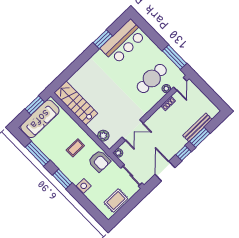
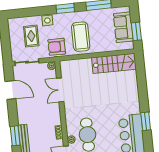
sofa: (40, 119) -> (123, 27), width x0.73
plant: (103, 136) -> (73, 65), removed
coffee table: (75, 148) -> (81, 37), width x1.86, depth x1.72
window: (183, 153) -> (13, 114), removed
rug: (116, 201) -> (31, 36), moved

